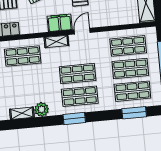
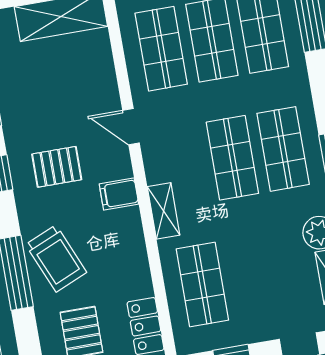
filing cabinet: (60, 23) -> (119, 194), width x0.50
door: (82, 31) -> (131, 127), moved

